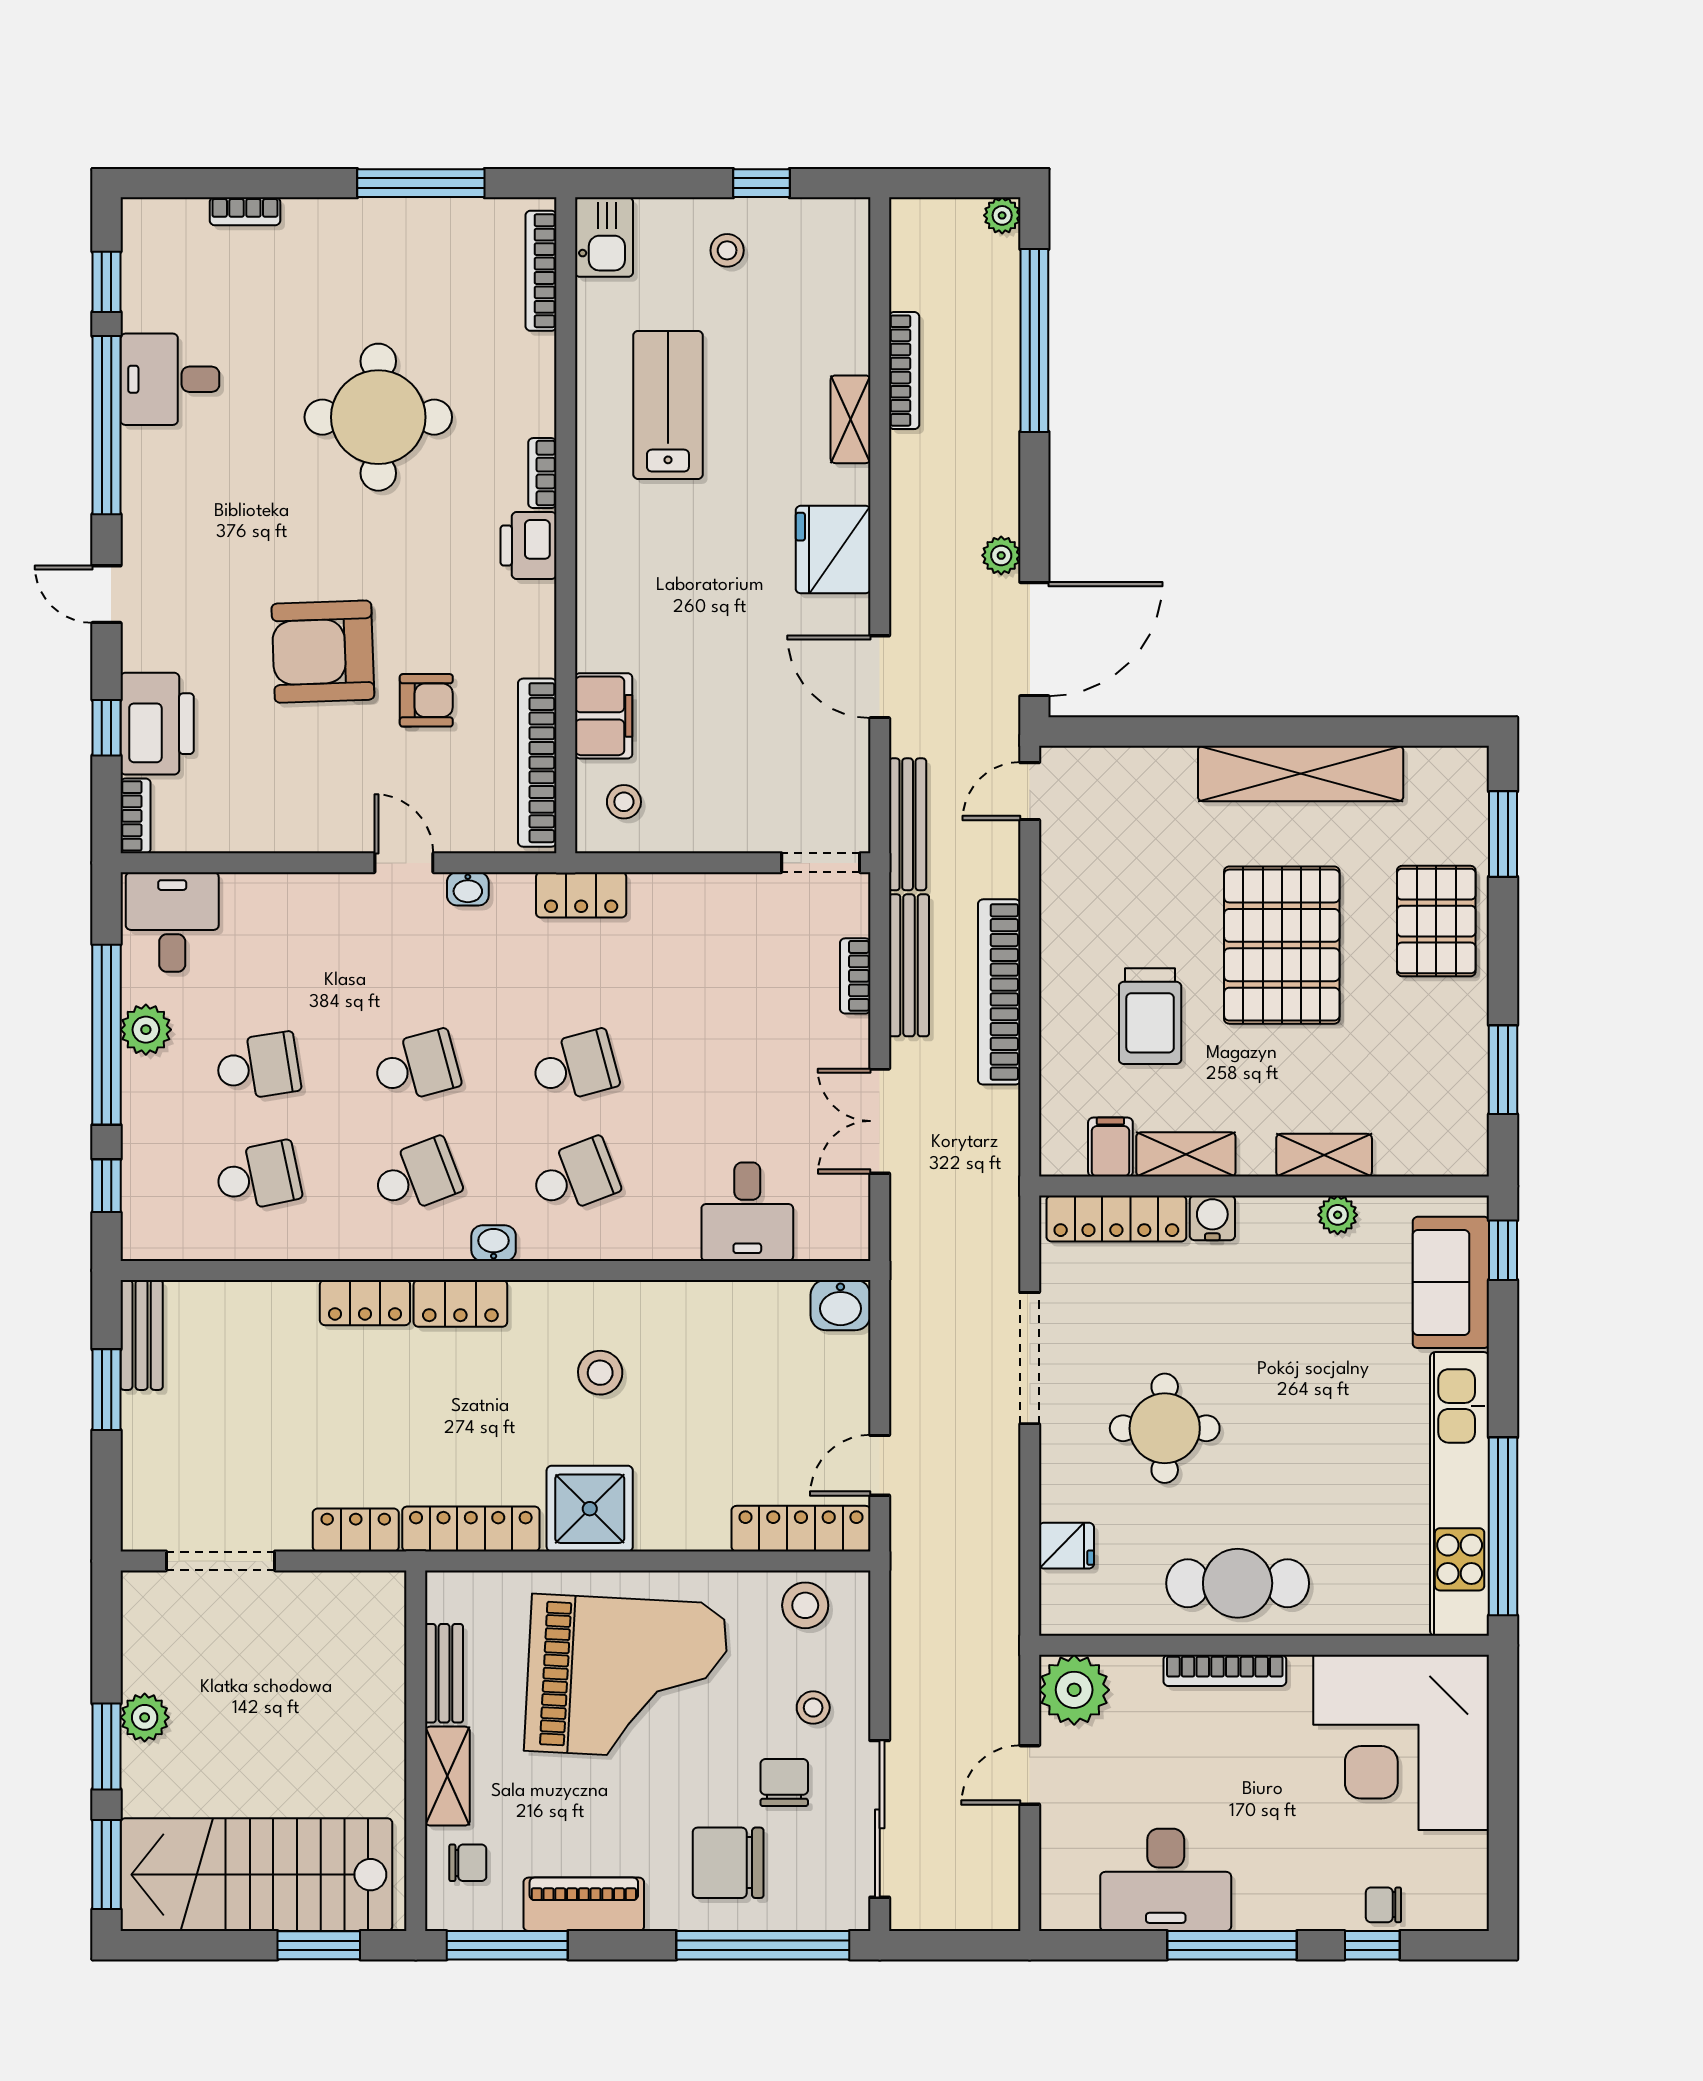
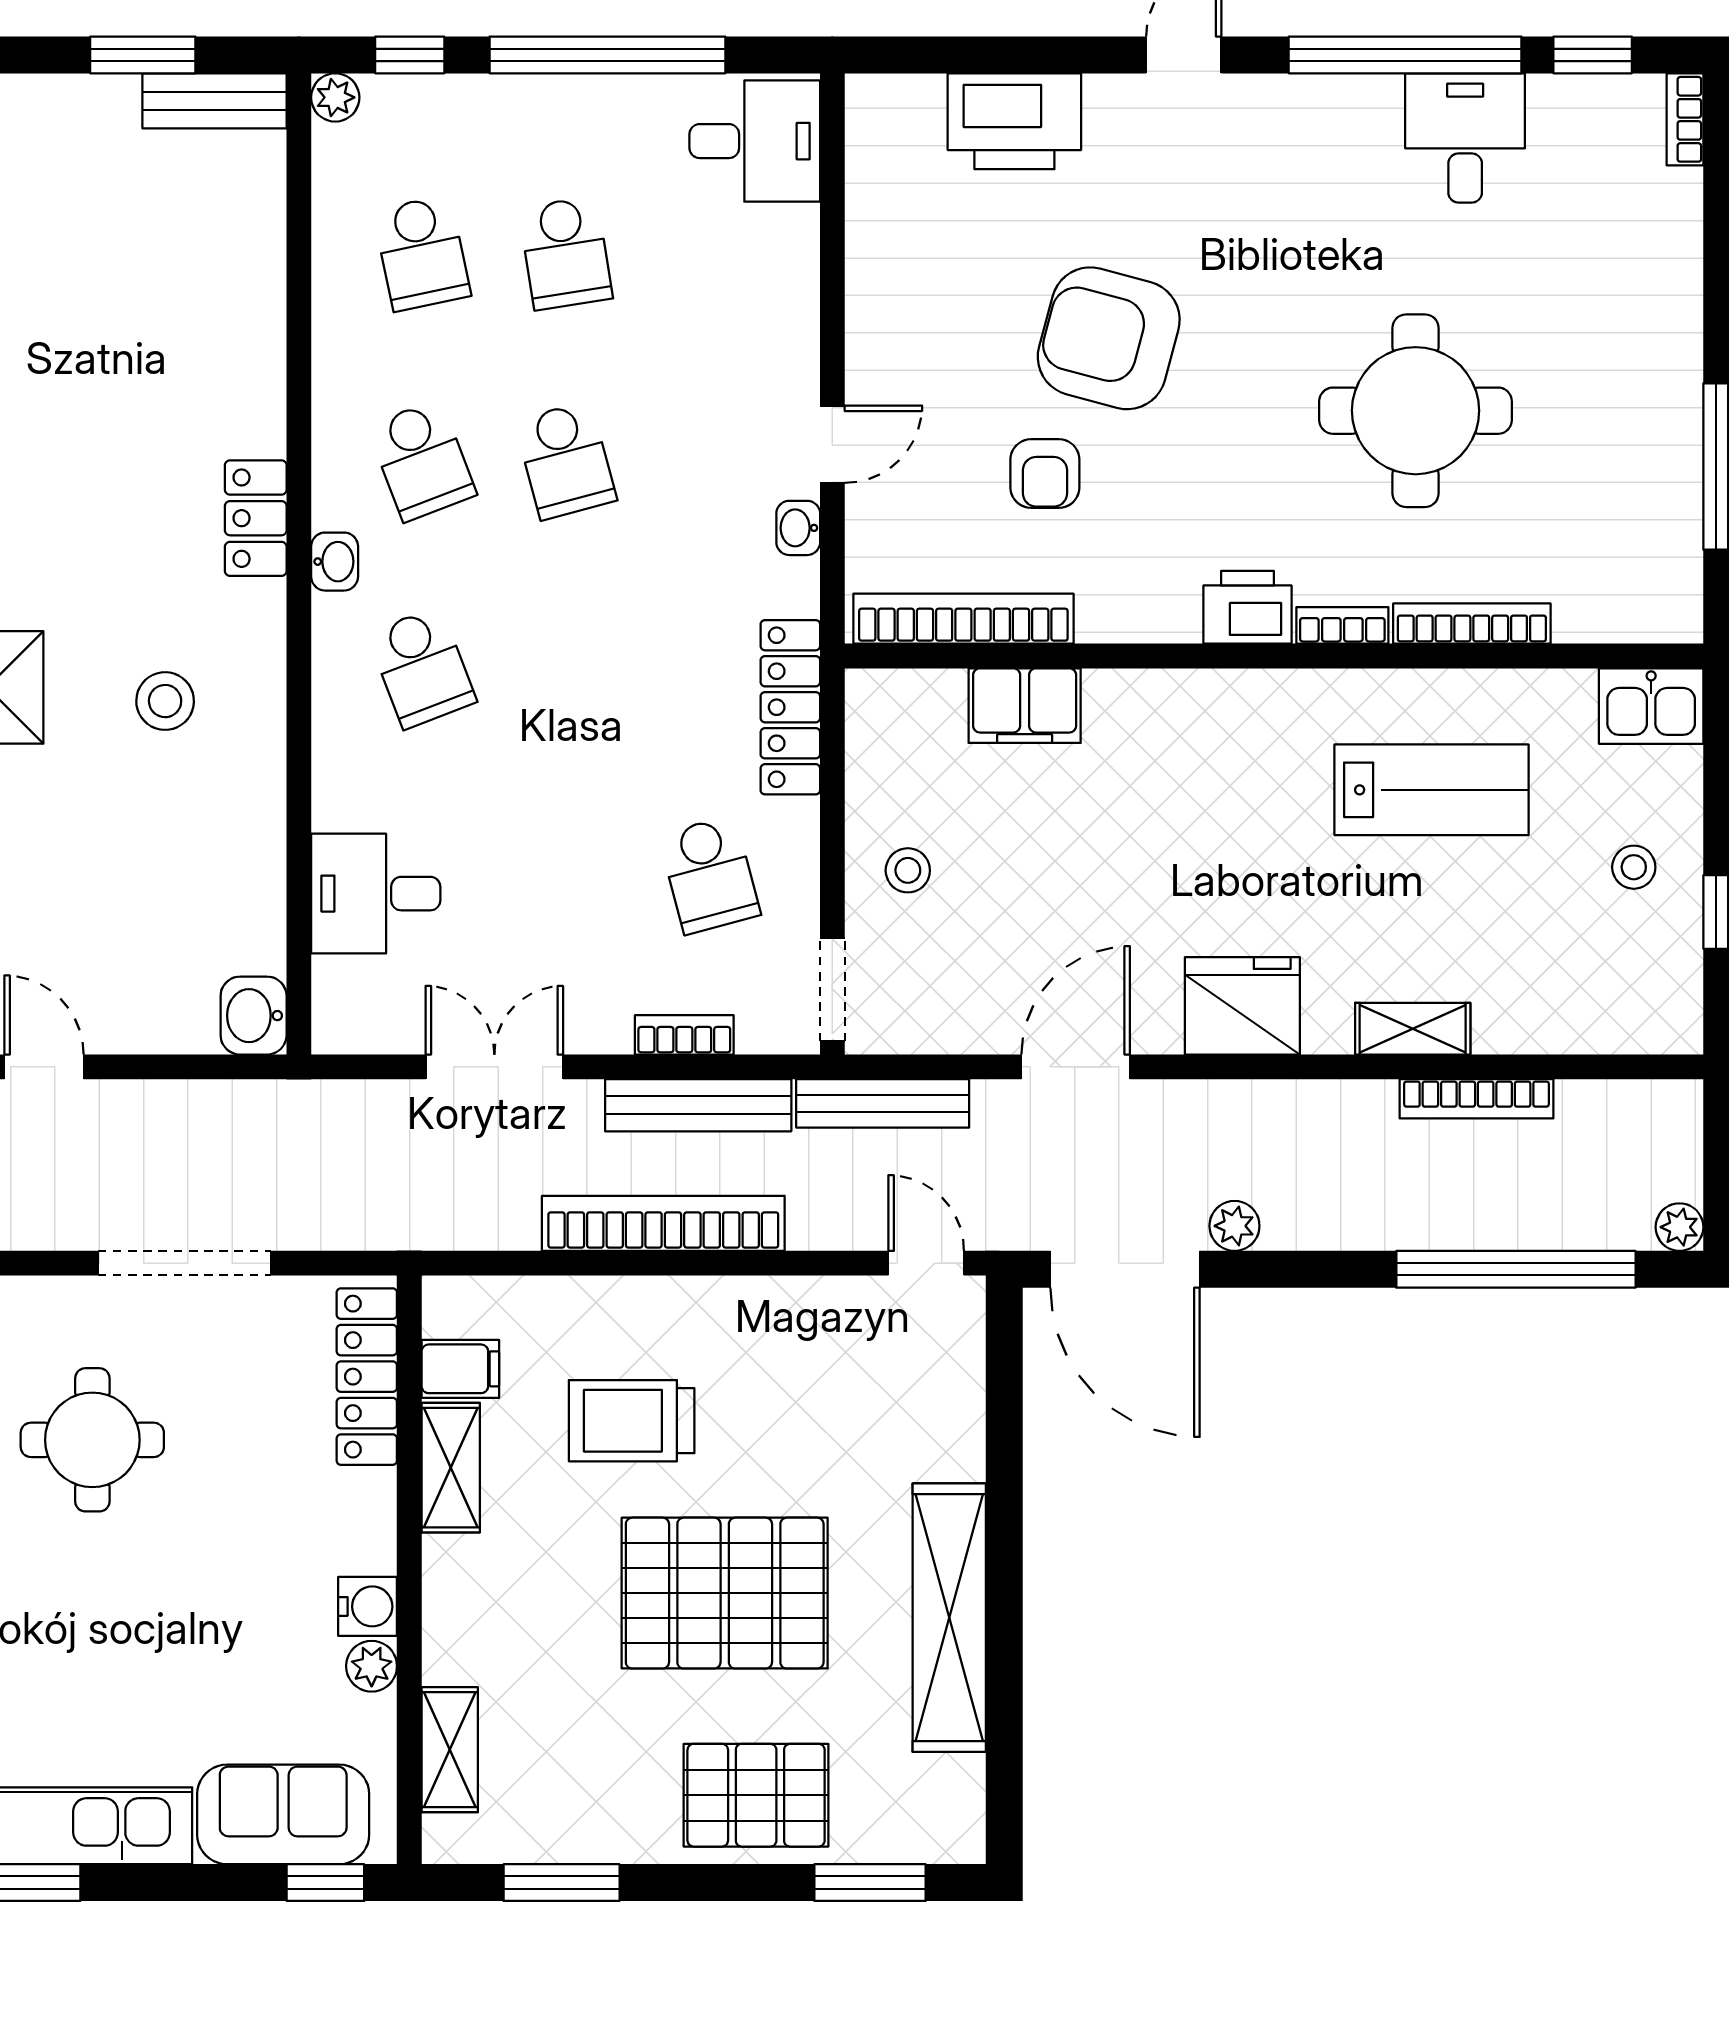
bookcase: (245, 211) -> (1685, 119), moved
bookcase: (541, 271) -> (1472, 624), moved
armchair: (323, 652) -> (1109, 338), turned -73
window: (106, 728) -> (1009, 55), removed
stool: (624, 802) -> (908, 870), moved
bookcase: (135, 816) -> (894, 93), removed
locker: (581, 895) -> (790, 707), width x1.53
plant: (146, 1030) -> (335, 97), moved, width x0.73, depth x0.73
school desk: (575, 1067) -> (709, 875), moved
shelving: (1324, 1155) -> (450, 1750), moved
water cooler: (1212, 1218) -> (368, 1606), moved
locker: (365, 1303) -> (257, 393), removed

